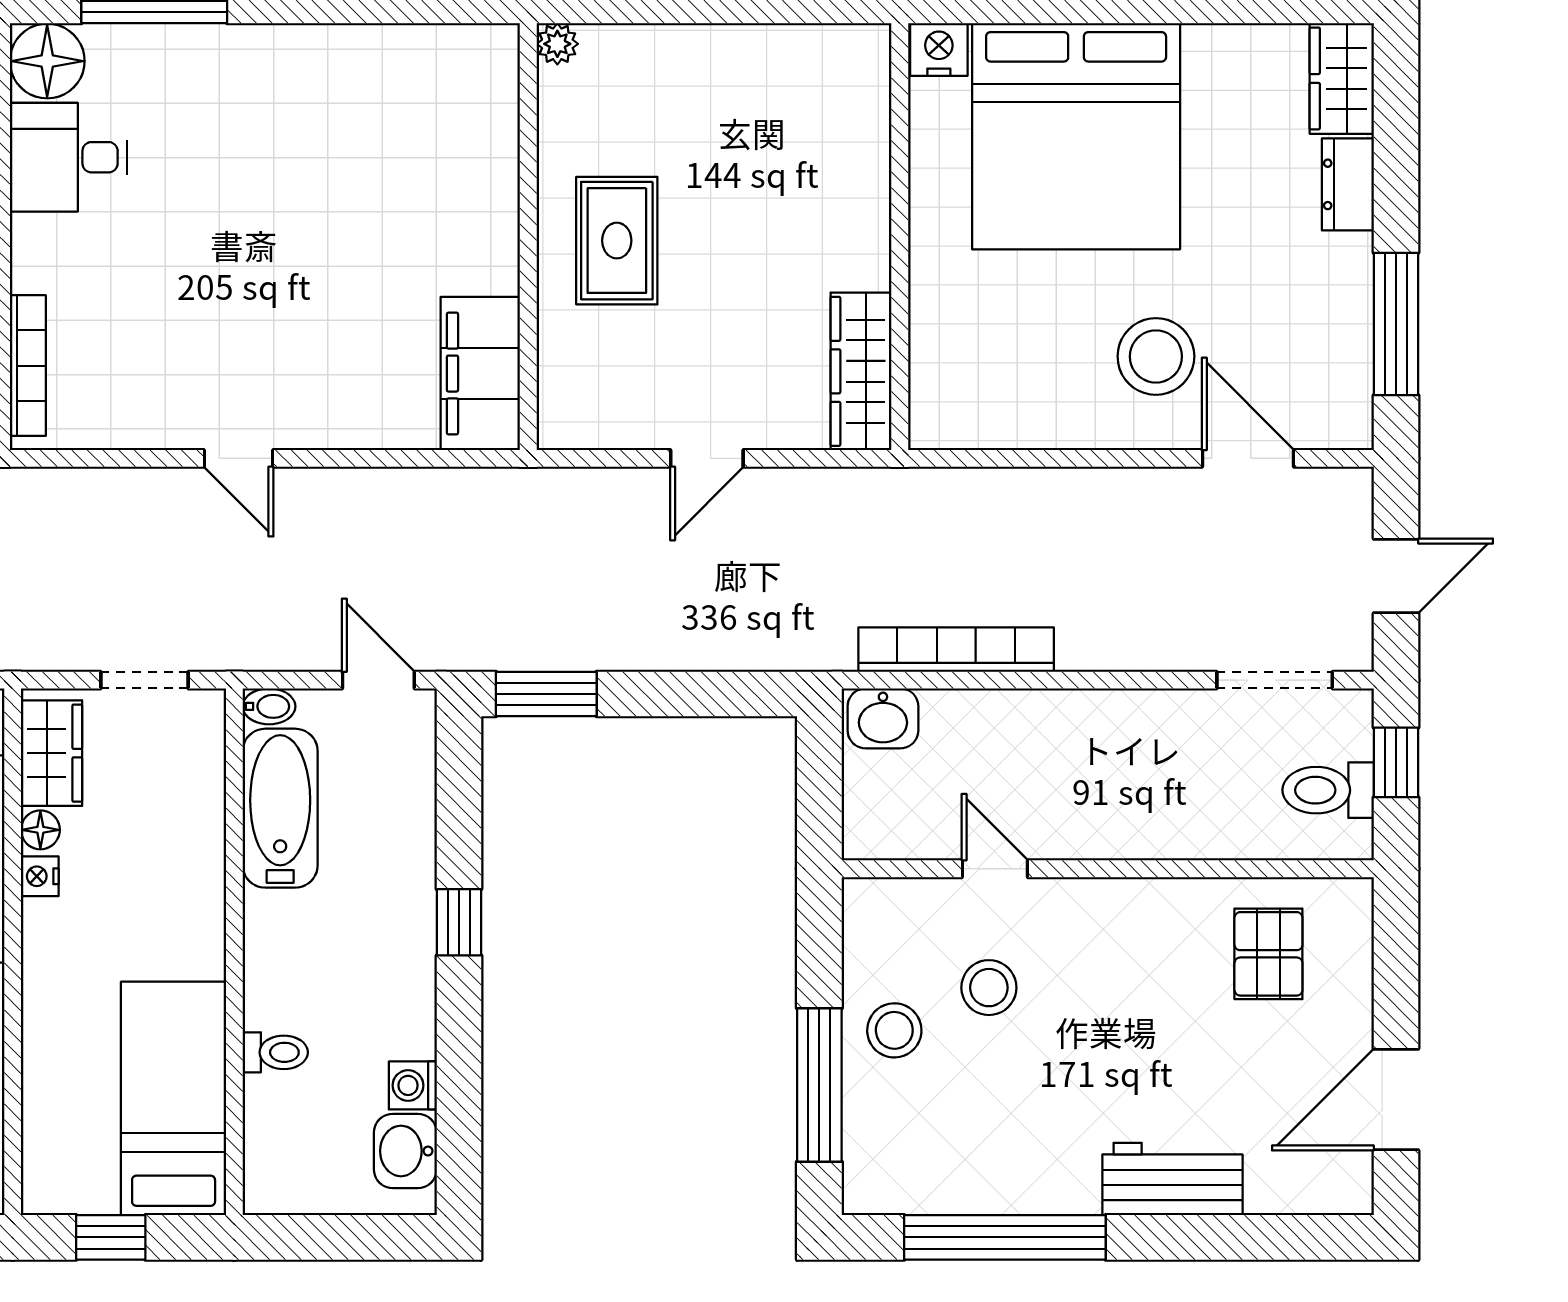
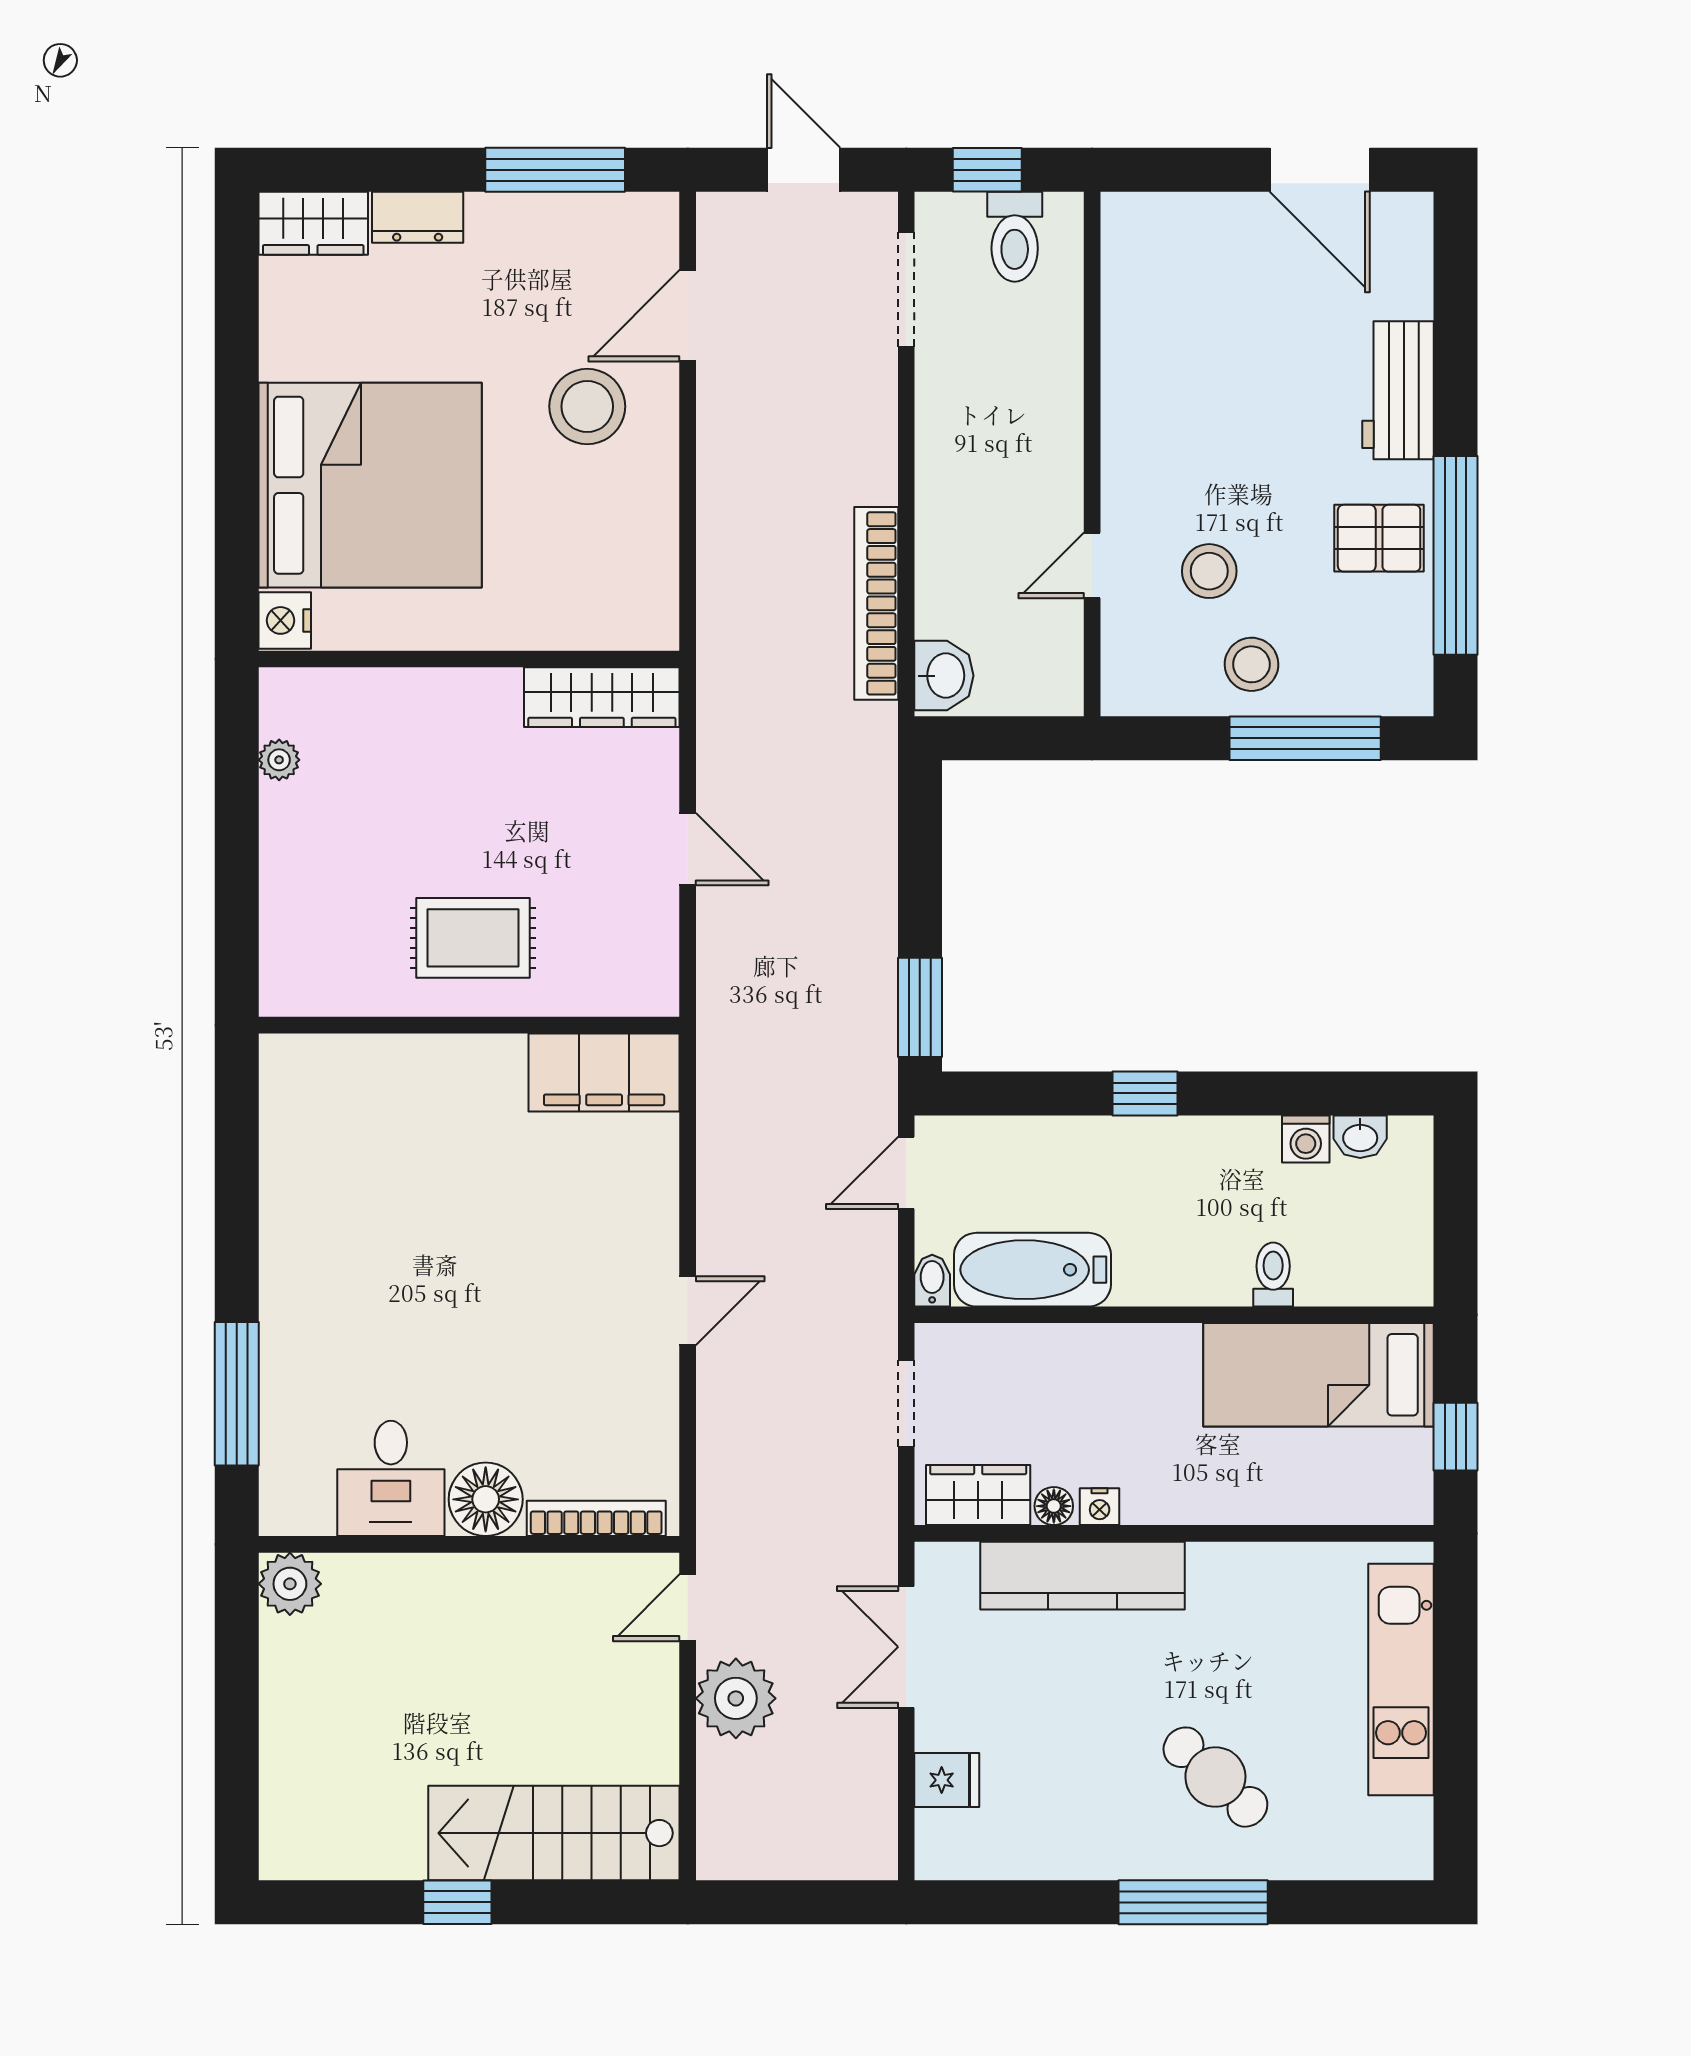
plant: (557, 44) -> (279, 760), moved
floor lamp: (47, 61) -> (486, 1499), moved
pallet: (1268, 954) -> (1379, 538), moved
washbasin: (405, 1151) -> (1360, 1137), width x0.72, depth x0.69

